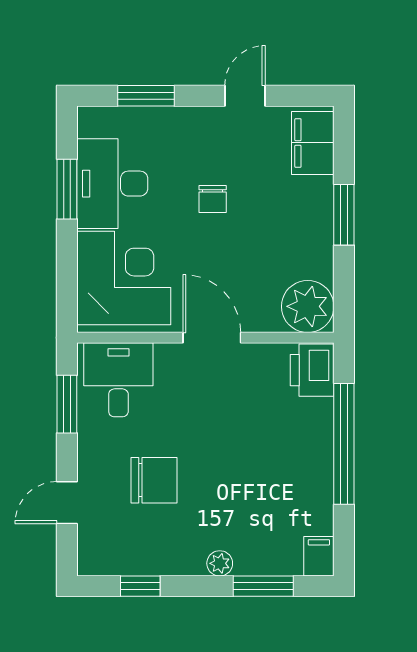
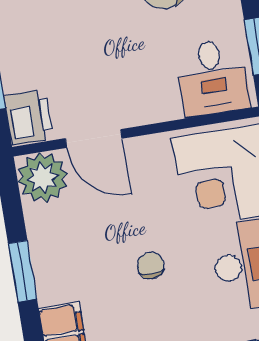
door: (212, 338) -> (94, 138), moved

